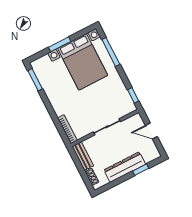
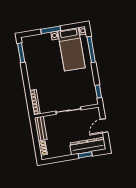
bed with nightstands: (83, 62) -> (71, 49), width x0.73
door: (151, 131) -> (104, 126), hinge flipped
dresser: (125, 167) -> (88, 146), moved

